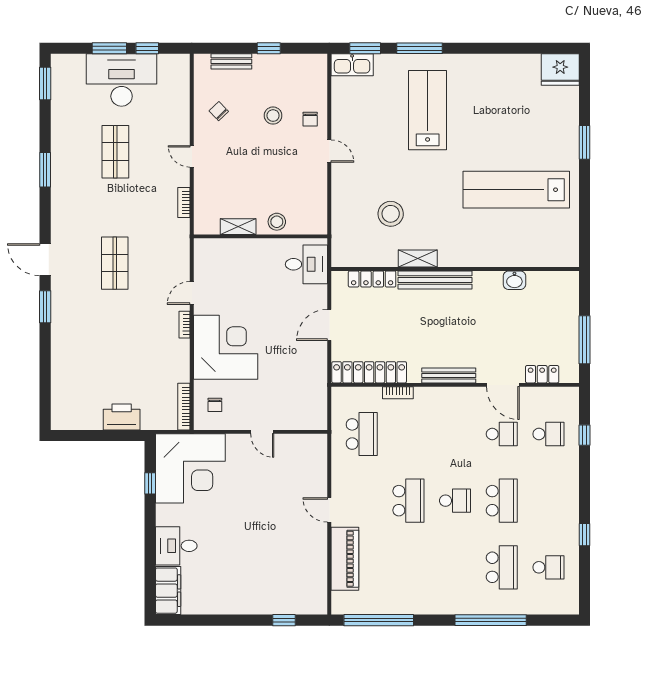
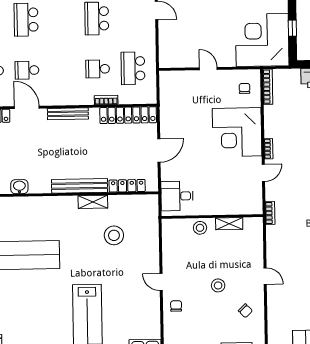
stool: (273, 116) -> (218, 285), moved
bookcase: (184, 202) -> (270, 213), moved
school desk: (455, 501) -> (98, 69), moved

